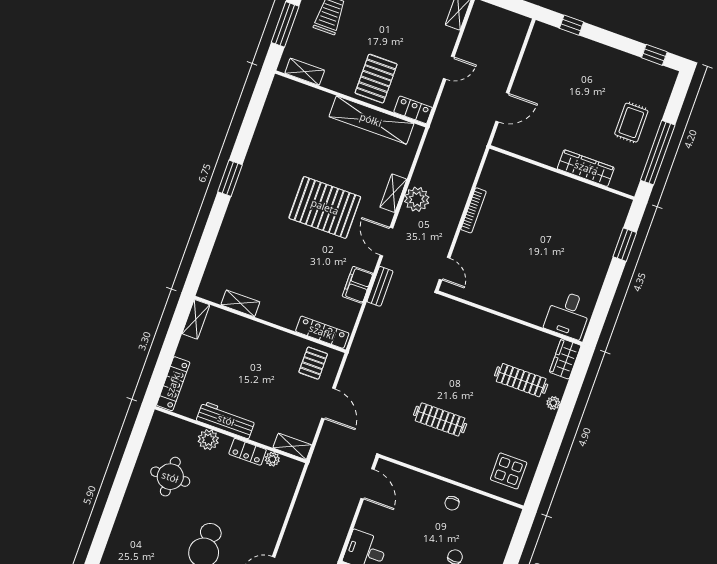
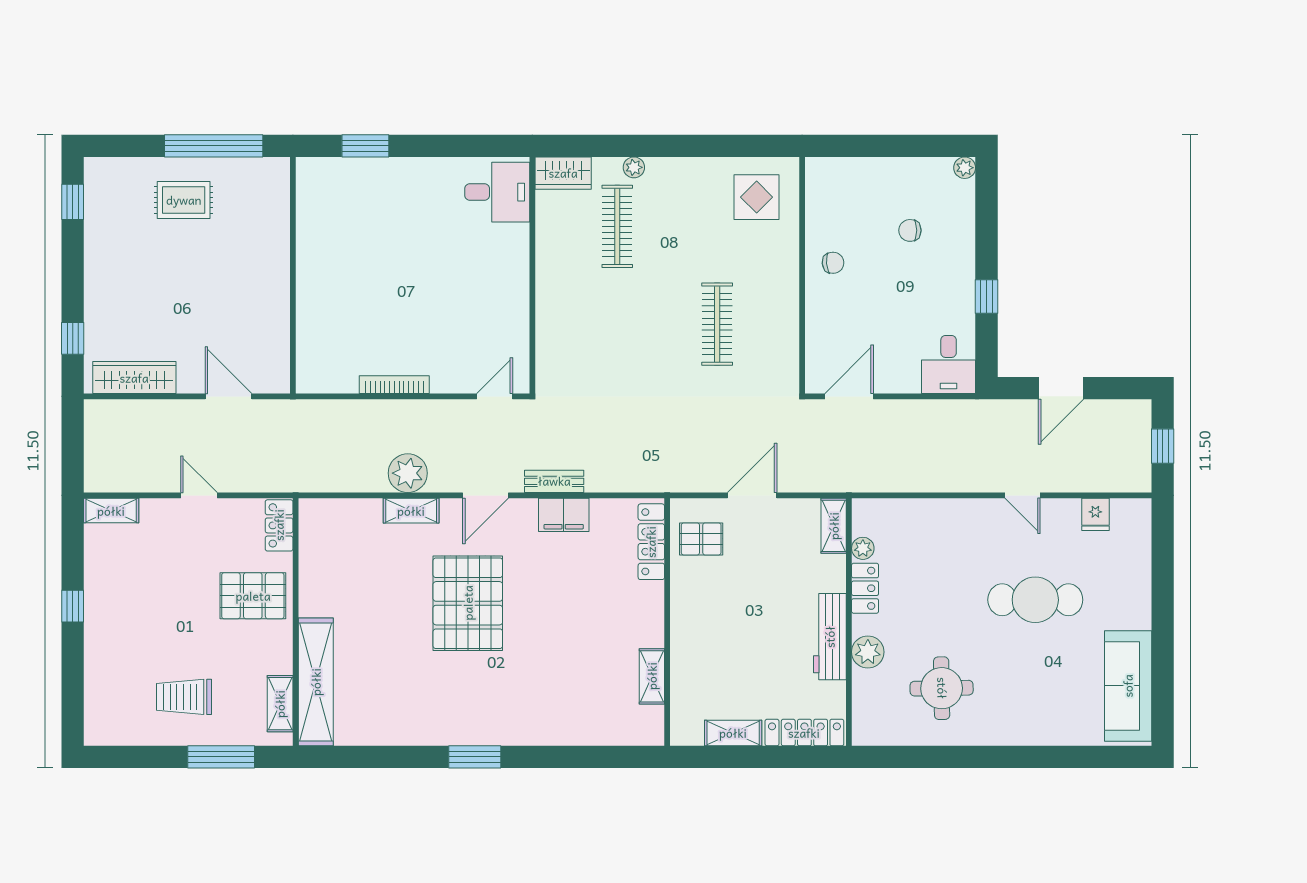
shelving: (371, 120) -> (316, 682), moved
wardrobe: (586, 168) -> (134, 378), moved, turned 90
shelving: (196, 319) -> (733, 733), moved

